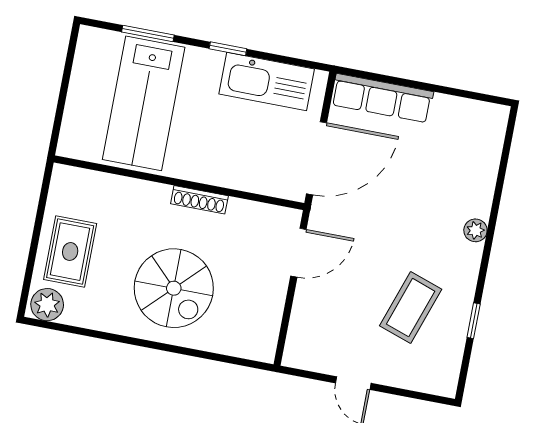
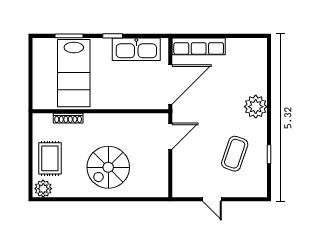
shoe rack: (199, 200) -> (68, 118), moved
plant: (475, 230) -> (256, 107), width x1.87, depth x1.87
spiral stairs: (174, 288) -> (108, 167), turned 90

